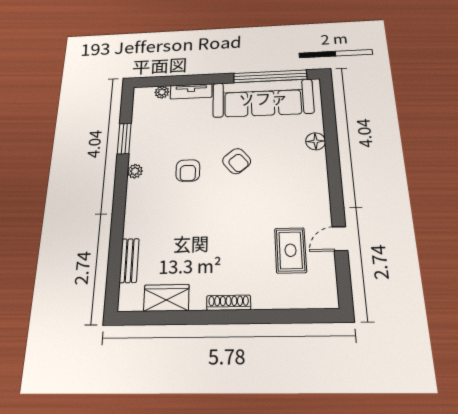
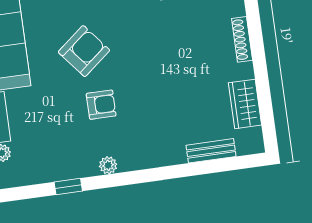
window: (124, 139) -> (68, 186), width x0.67
armchair: (237, 161) -> (84, 51), width x1.38, depth x1.38

